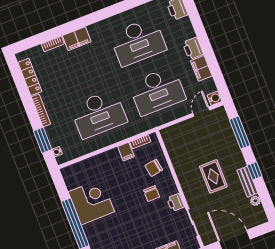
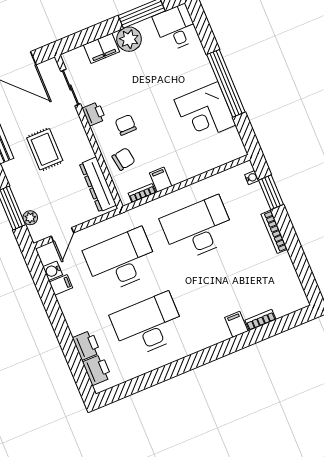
filing cabinet: (77, 39) -> (236, 324), width x0.50
printer: (193, 48) -> (86, 345), moved
filing cabinet: (201, 68) -> (61, 285), width x0.50
locker: (30, 77) -> (290, 276), removed
water cooler: (215, 98) -> (53, 271), moved
plant: (225, 125) -> (30, 218), added
dresser: (174, 149) -> (98, 185), added

